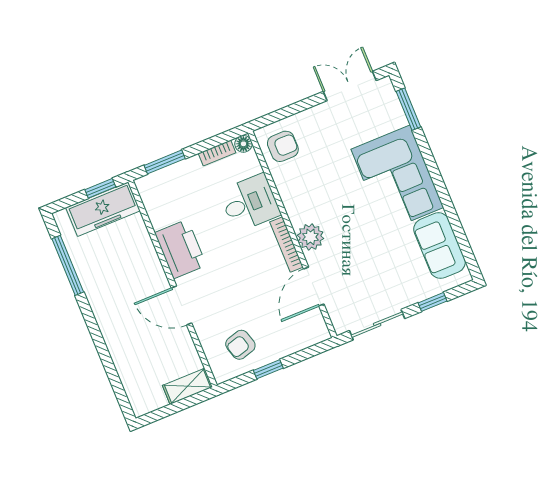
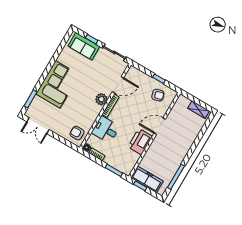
sofa: (440, 246) -> (84, 46), moved, turned 90
door: (182, 305) -> (160, 126), swing flipped
shelving: (187, 386) -> (199, 110), moved

